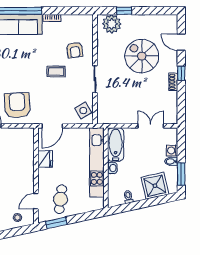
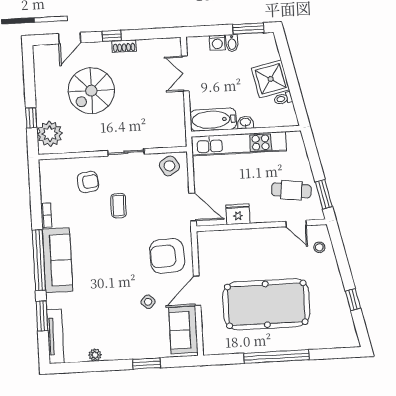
shower: (155, 186) -> (271, 79), moved

